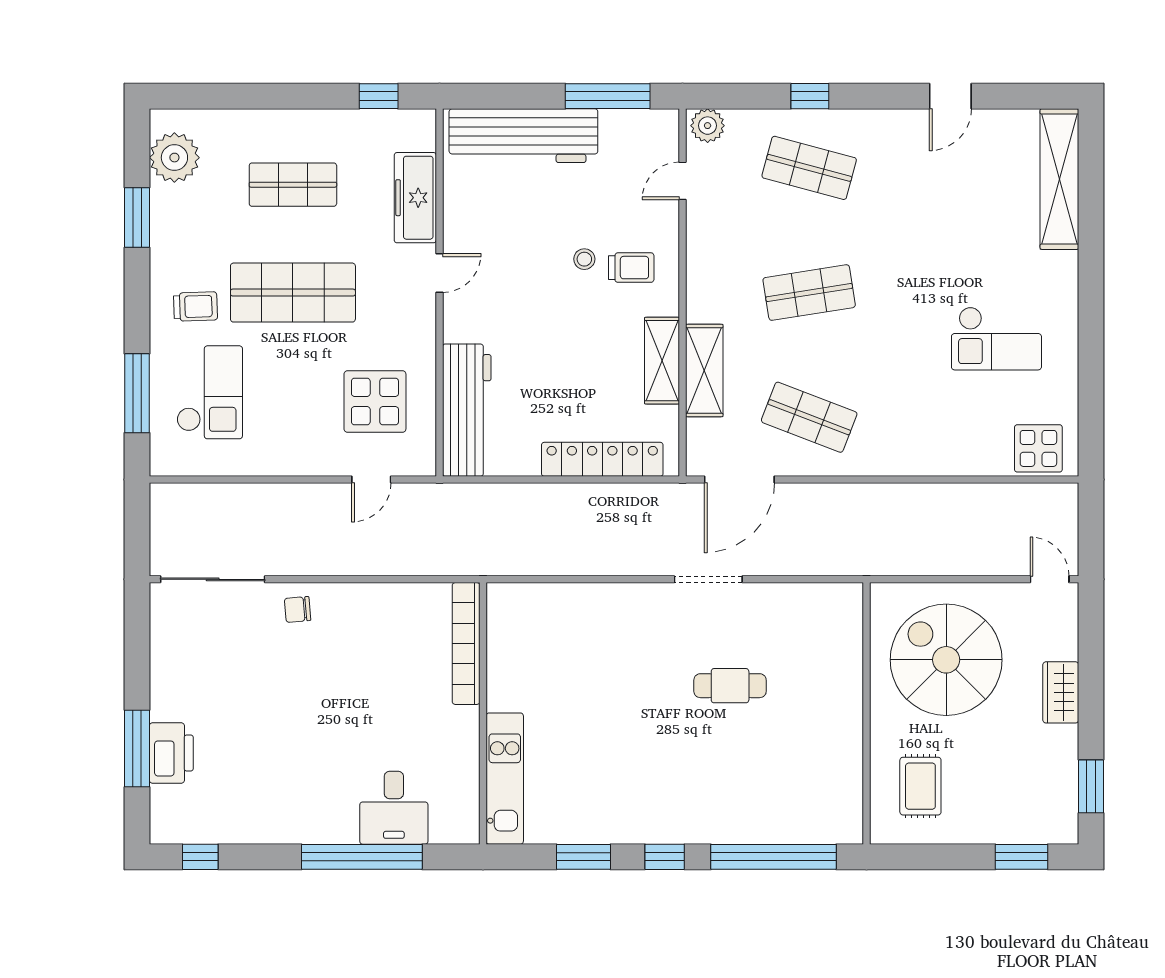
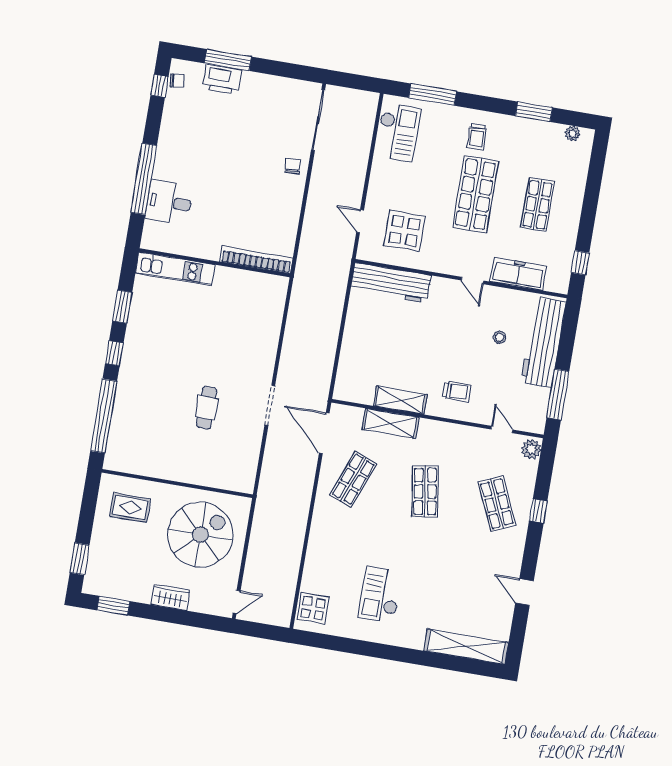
plant: (174, 158) -> (573, 134), width x0.53, depth x0.53
shop shelf: (809, 168) -> (497, 504), turned -39
stool: (584, 259) -> (499, 337), moved
trolley: (631, 268) -> (457, 391), turned -90
checkout: (210, 392) -> (398, 132), moved, turned -90
locker: (602, 459) -> (349, 356), removed
chair: (187, 829) -> (177, 81), added

